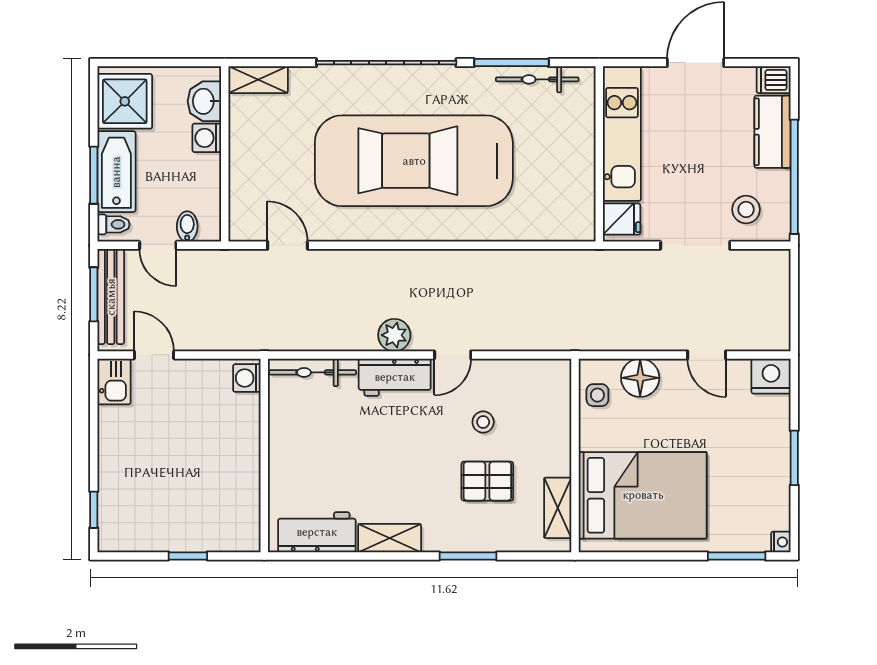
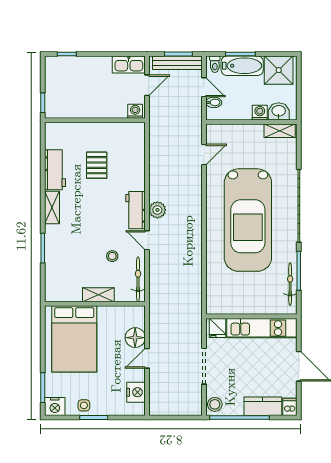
shelving: (258, 80) -> (280, 131), moved, turned 90
car: (414, 161) -> (248, 220), turned 180
stool: (746, 209) -> (215, 404), moved
door: (158, 245) -> (204, 87), swing flipped
door: (707, 355) -> (147, 358), moved
bicycle: (313, 372) -> (138, 279), moved
nightstand: (771, 376) -> (136, 392), moved
washing machine: (247, 378) -> (135, 111), moved
kitchen sink: (114, 382) -> (129, 64), width x1.38
side table: (597, 395) -> (84, 405), moved
wall: (264, 455) -> (95, 120), moved
pallet: (487, 481) -> (97, 165), moved
shelving: (558, 508) -> (98, 295), moved
nightstand: (781, 542) -> (55, 407), width x1.89, depth x1.79

